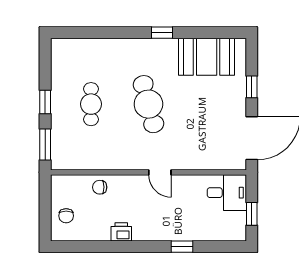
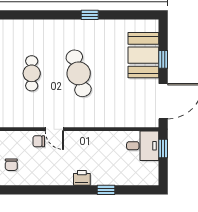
booth: (207, 57) -> (143, 55), moved, turned 90
door: (160, 172) -> (54, 129), moved
window: (252, 214) -> (163, 148), moved
printer: (121, 232) -> (82, 178), moved

